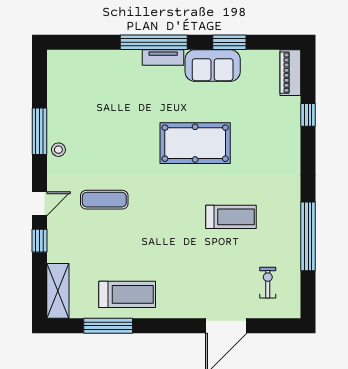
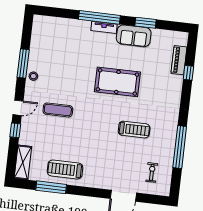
piano: (290, 73) -> (179, 60), moved
treadmill: (127, 294) -> (65, 169), turned 180

